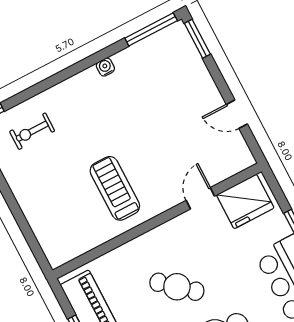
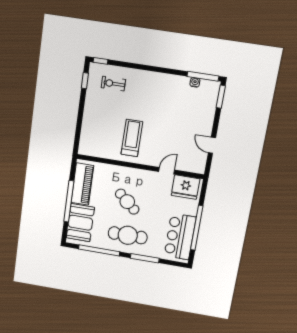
water cooler: (105, 67) -> (195, 82), moved

